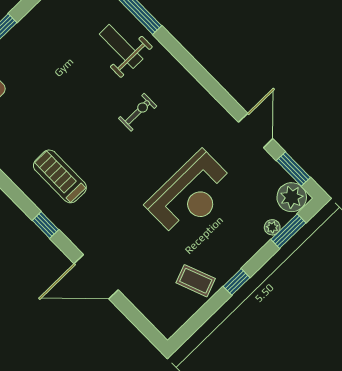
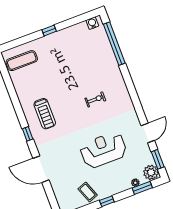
weight bench: (121, 46) -> (101, 65), removed
treadmill: (60, 176) -> (45, 114), turned 180
reception desk: (191, 195) -> (103, 150), turned 180

